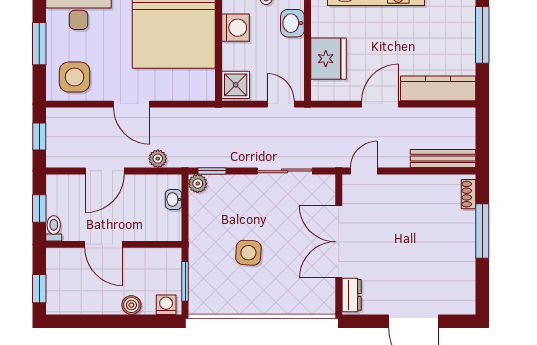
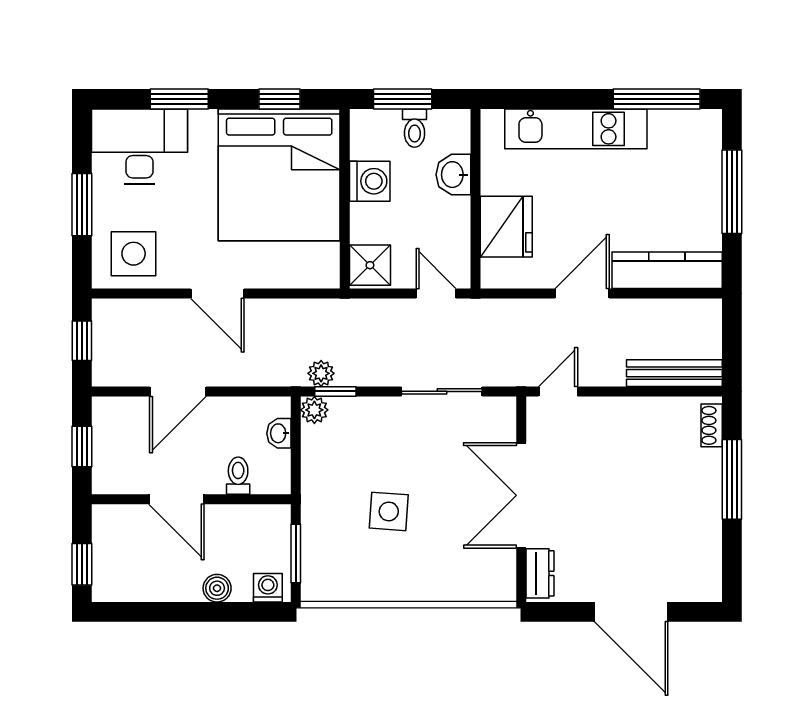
plant: (158, 159) -> (321, 373), moved
toilet: (54, 228) -> (238, 476), moved

